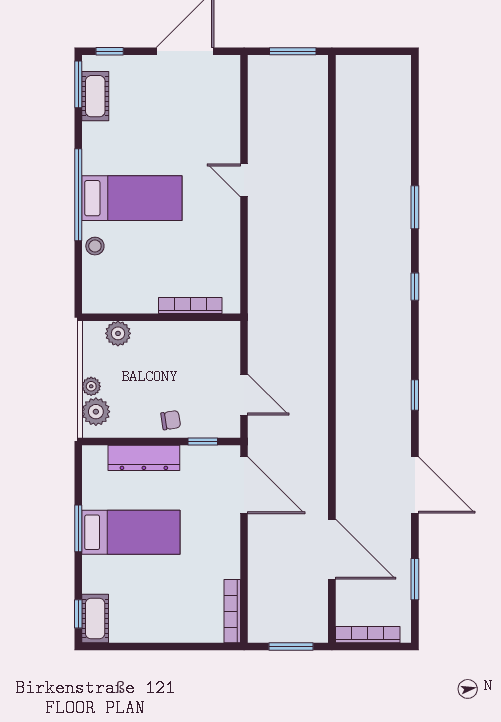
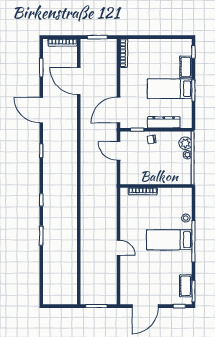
plant: (118, 333) -> (175, 179), removed
door: (244, 485) -> (118, 110), hinge flipped
cot: (95, 619) -> (186, 67), moved

